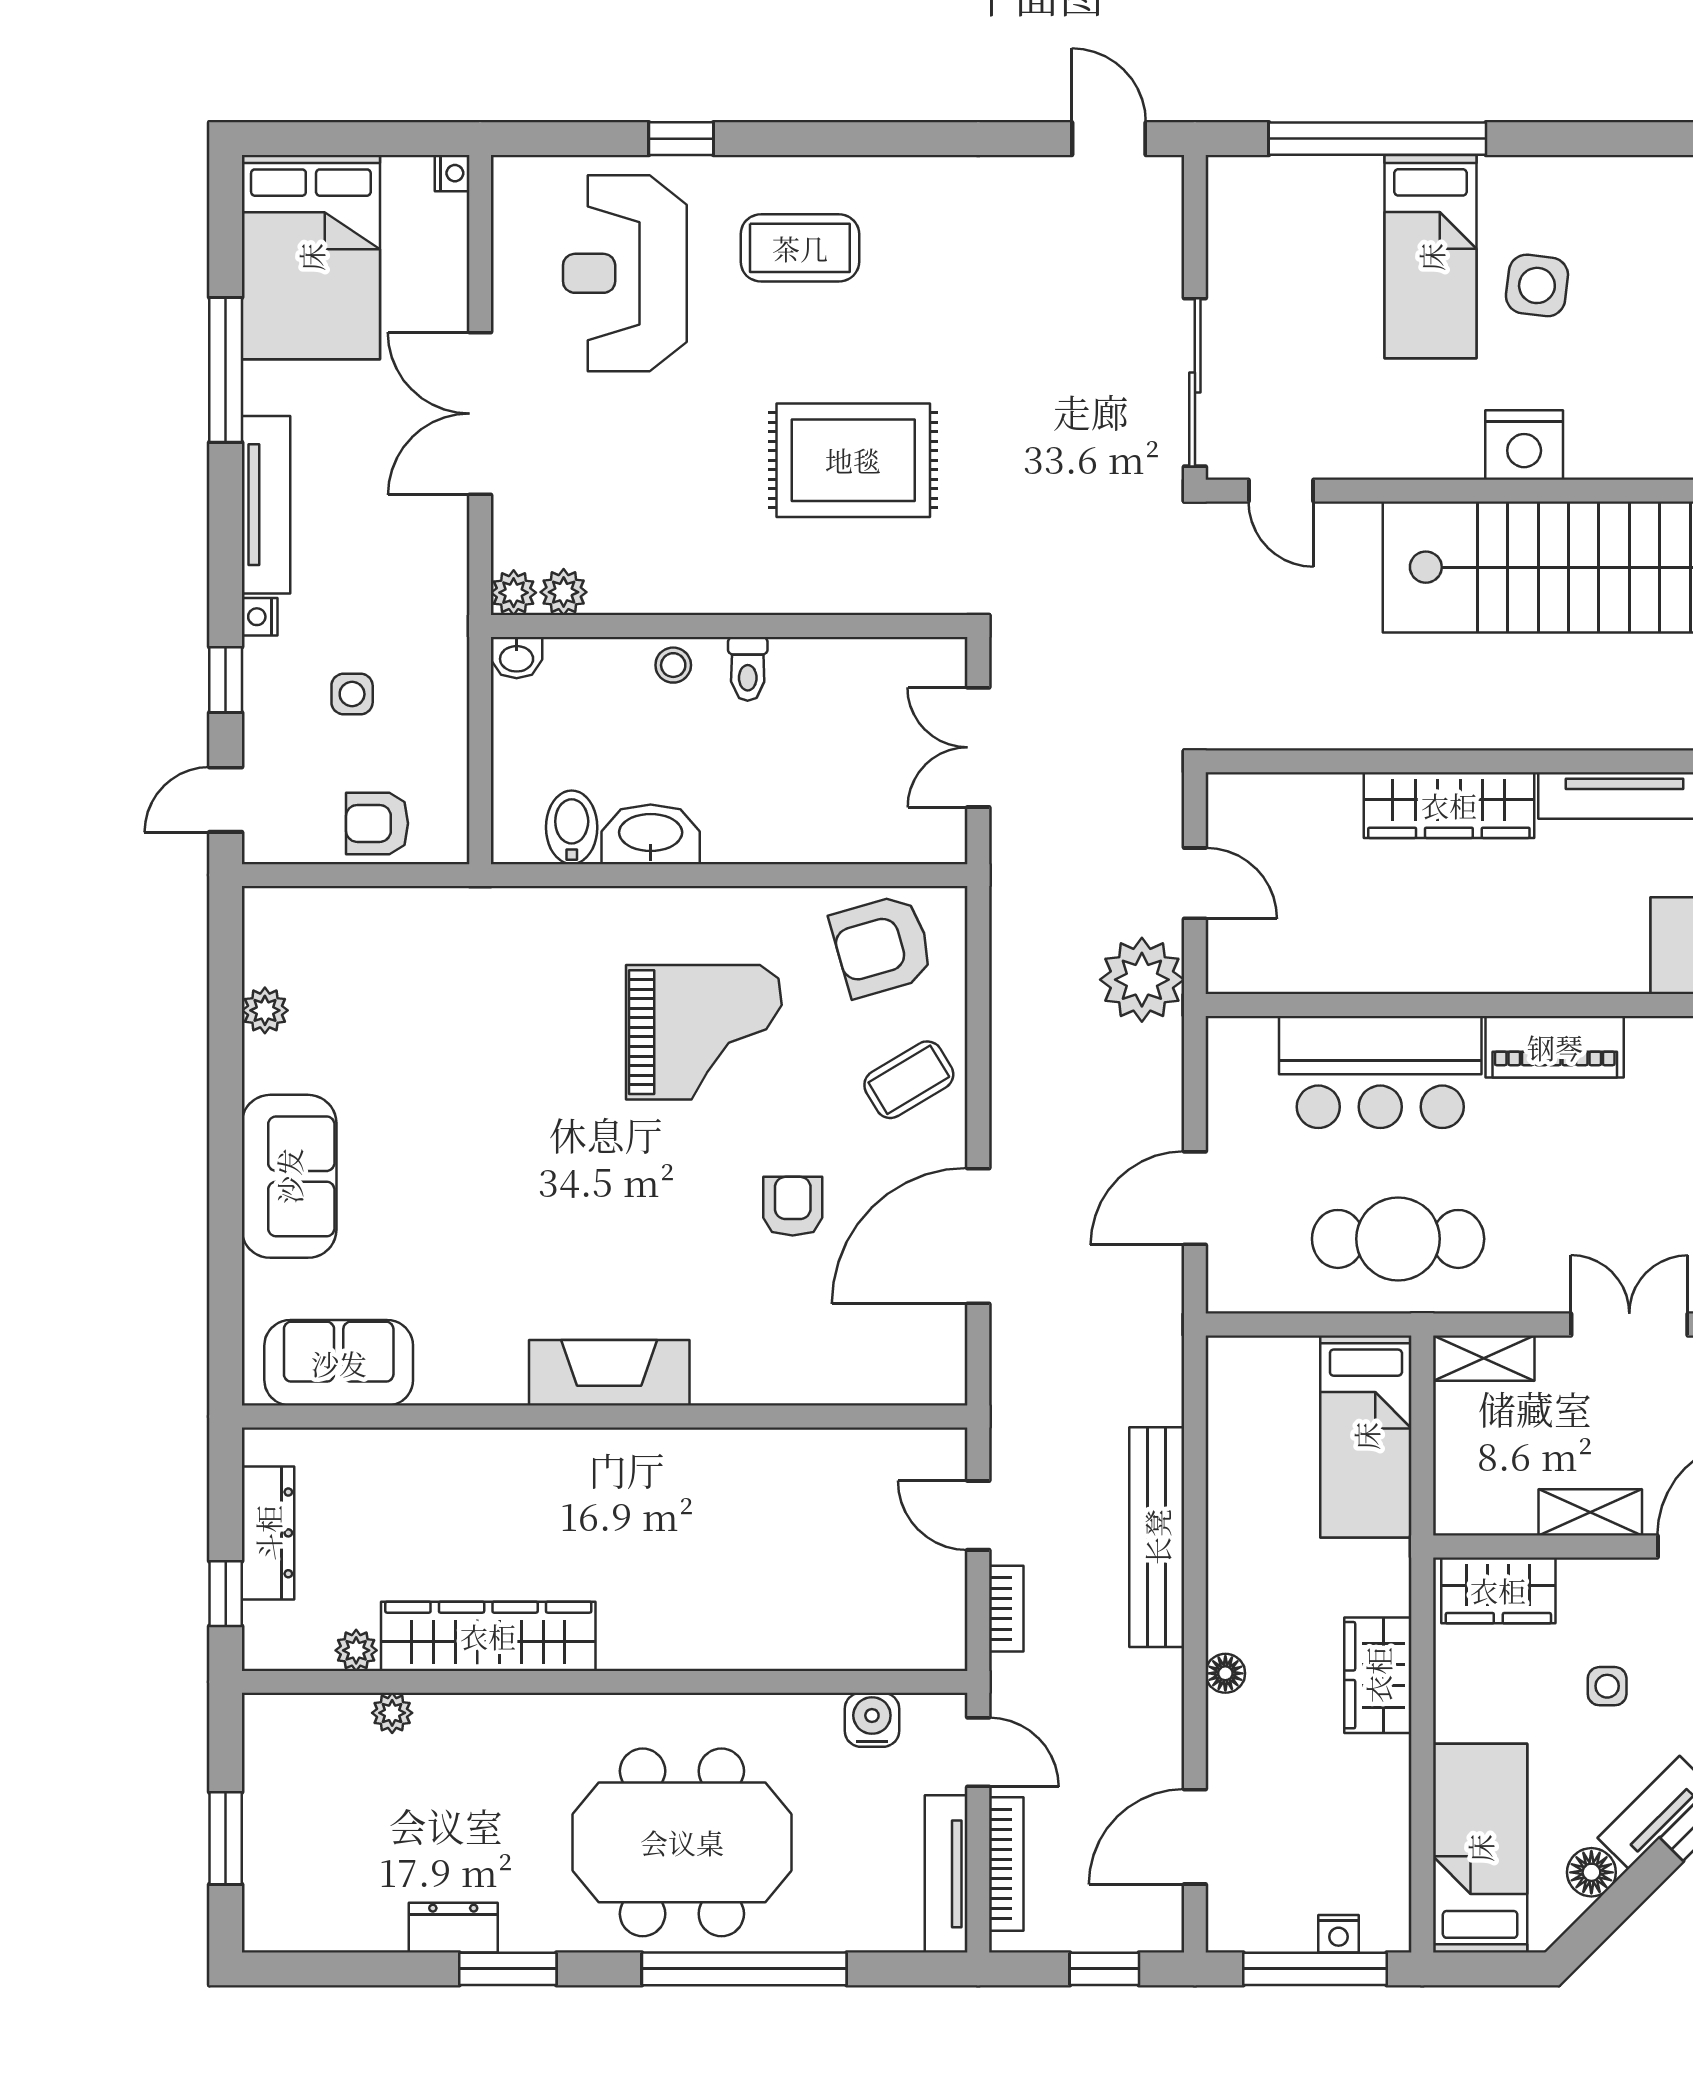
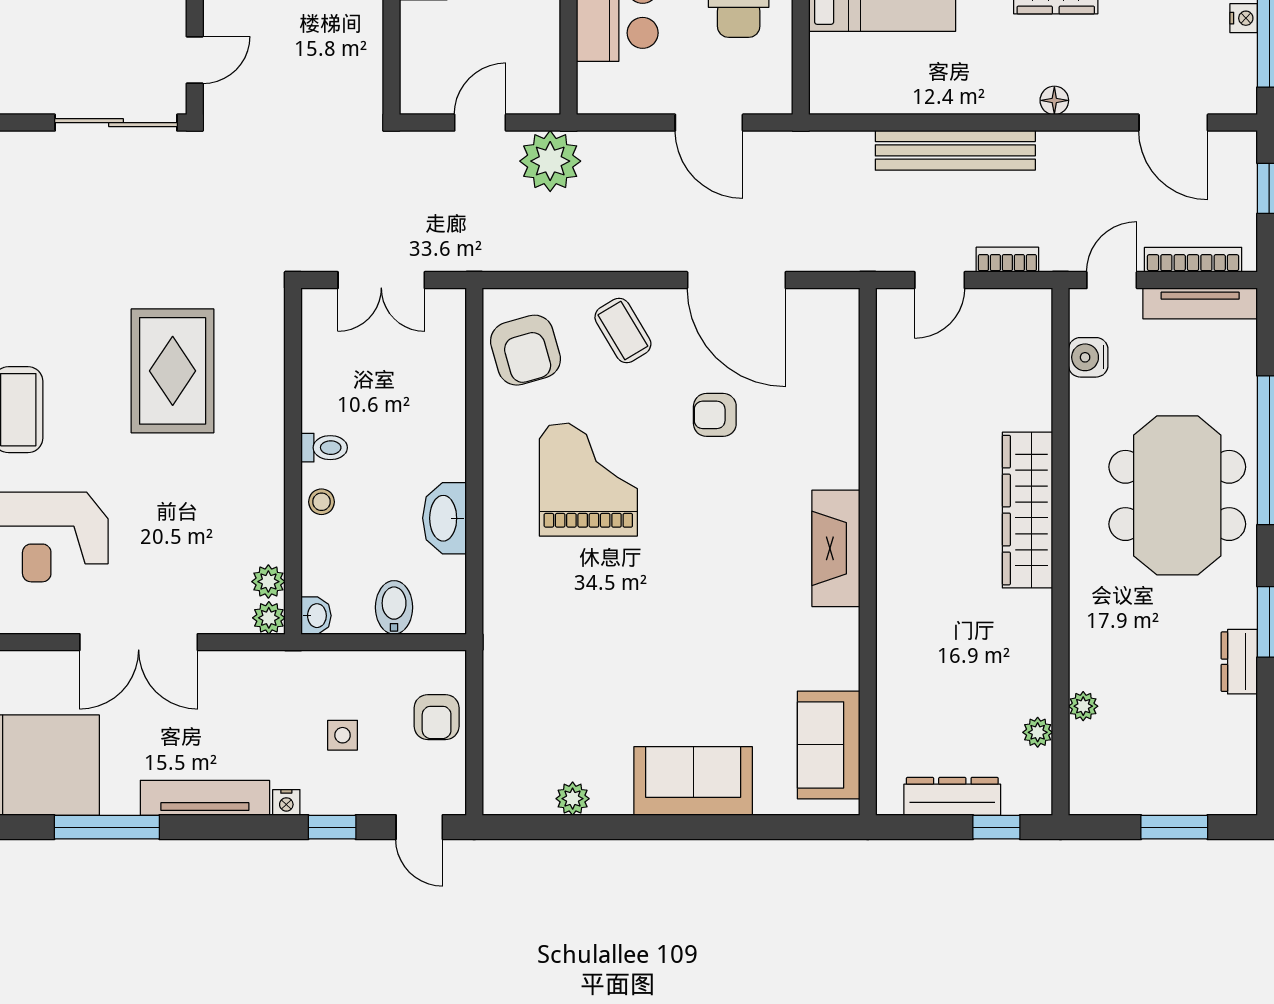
bidet: (572, 827) -> (394, 607), moved, turned 90
wardrobe: (488, 1636) -> (1028, 510), moved

